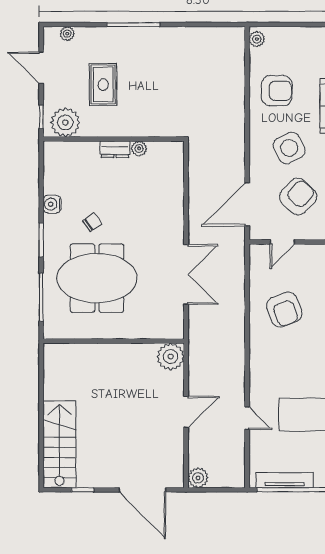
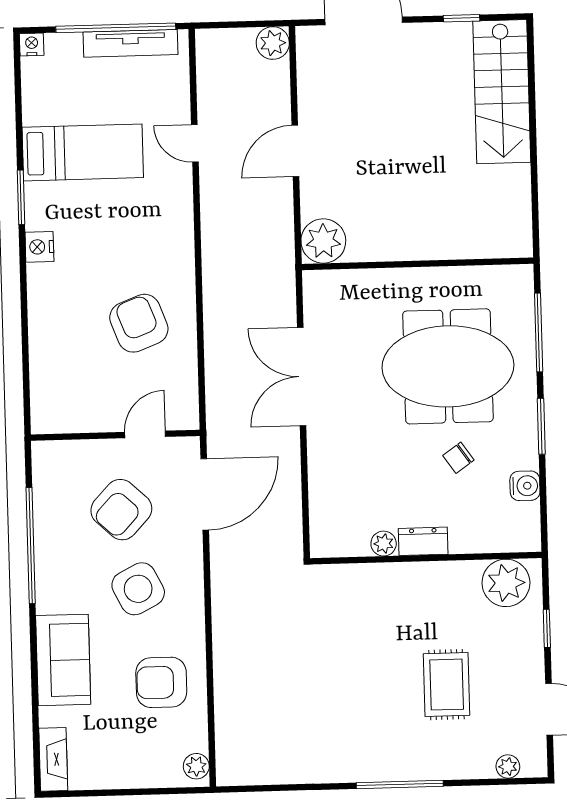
plant: (65, 123) -> (506, 583), moved
wall: (114, 139) -> (426, 558), moved
plant: (139, 148) -> (384, 544), moved
dresser: (115, 149) -> (423, 541), moved

